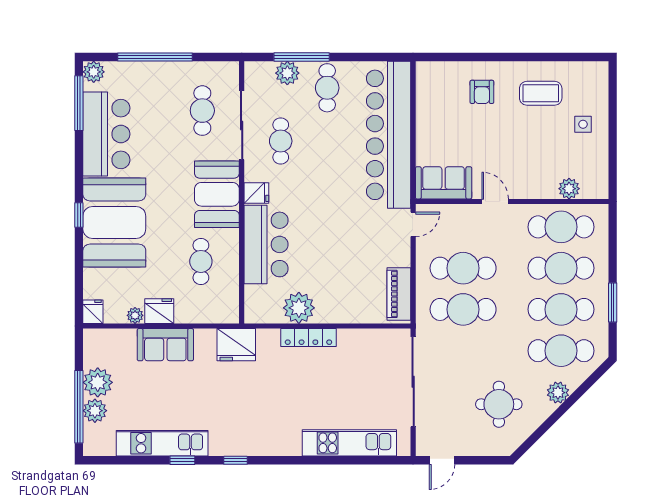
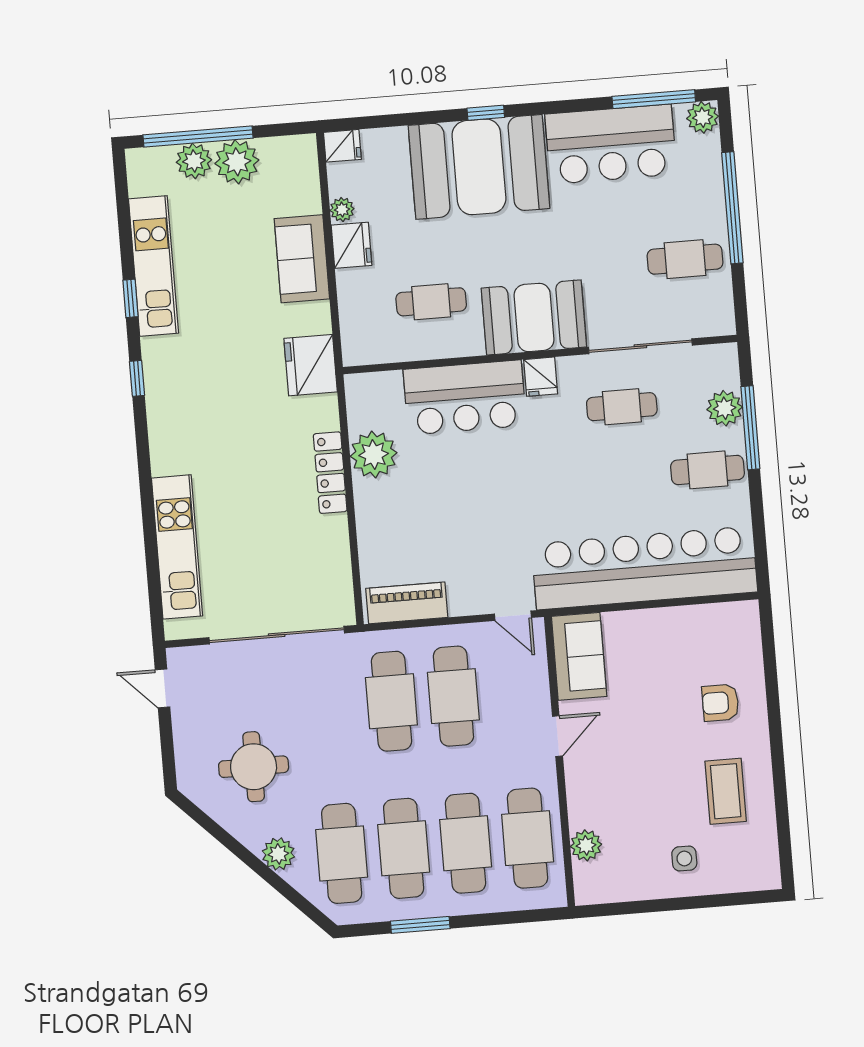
cafe table: (202, 111) -> (685, 259), moved

